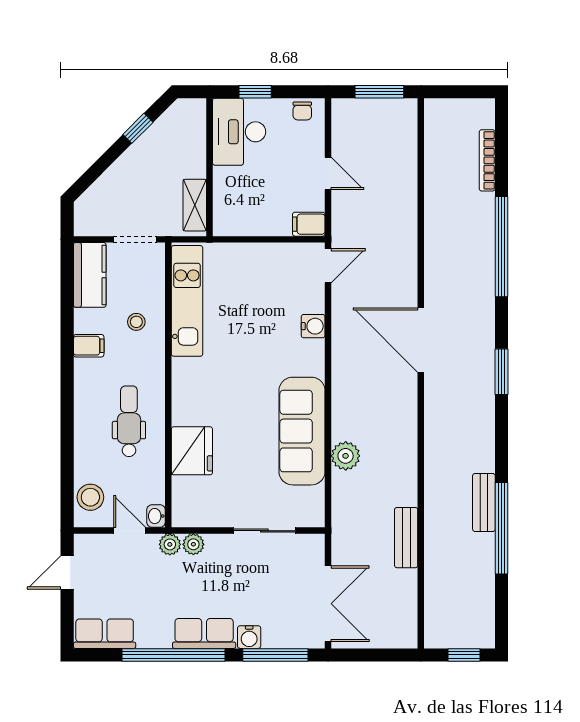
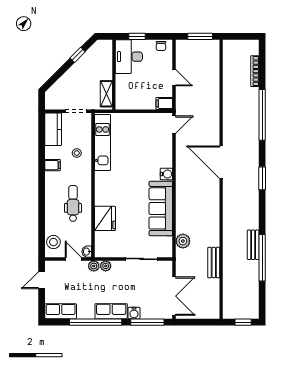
water cooler: (313, 326) -> (166, 174), moved
plant: (346, 456) -> (183, 241), moved

